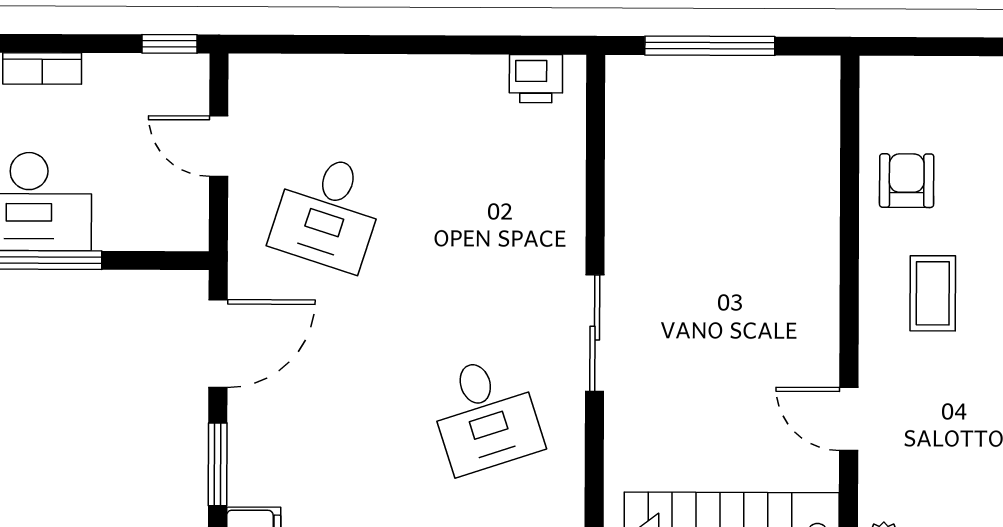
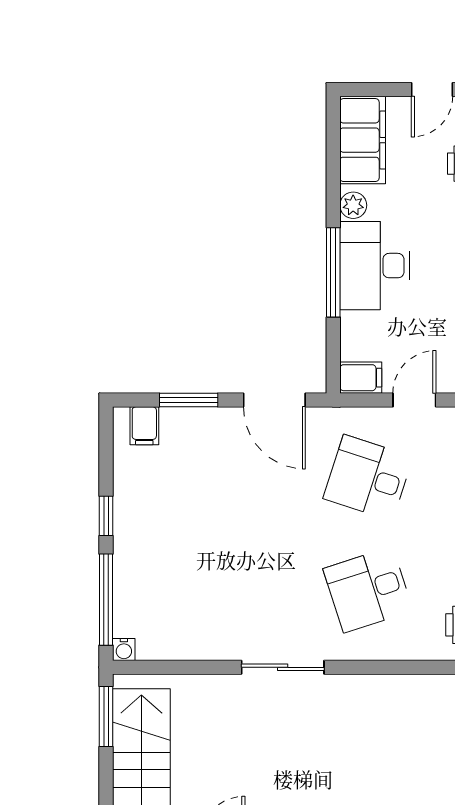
filing cabinet: (187, 222) -> (361, 378), added
desk: (485, 414) -> (368, 590), moved

